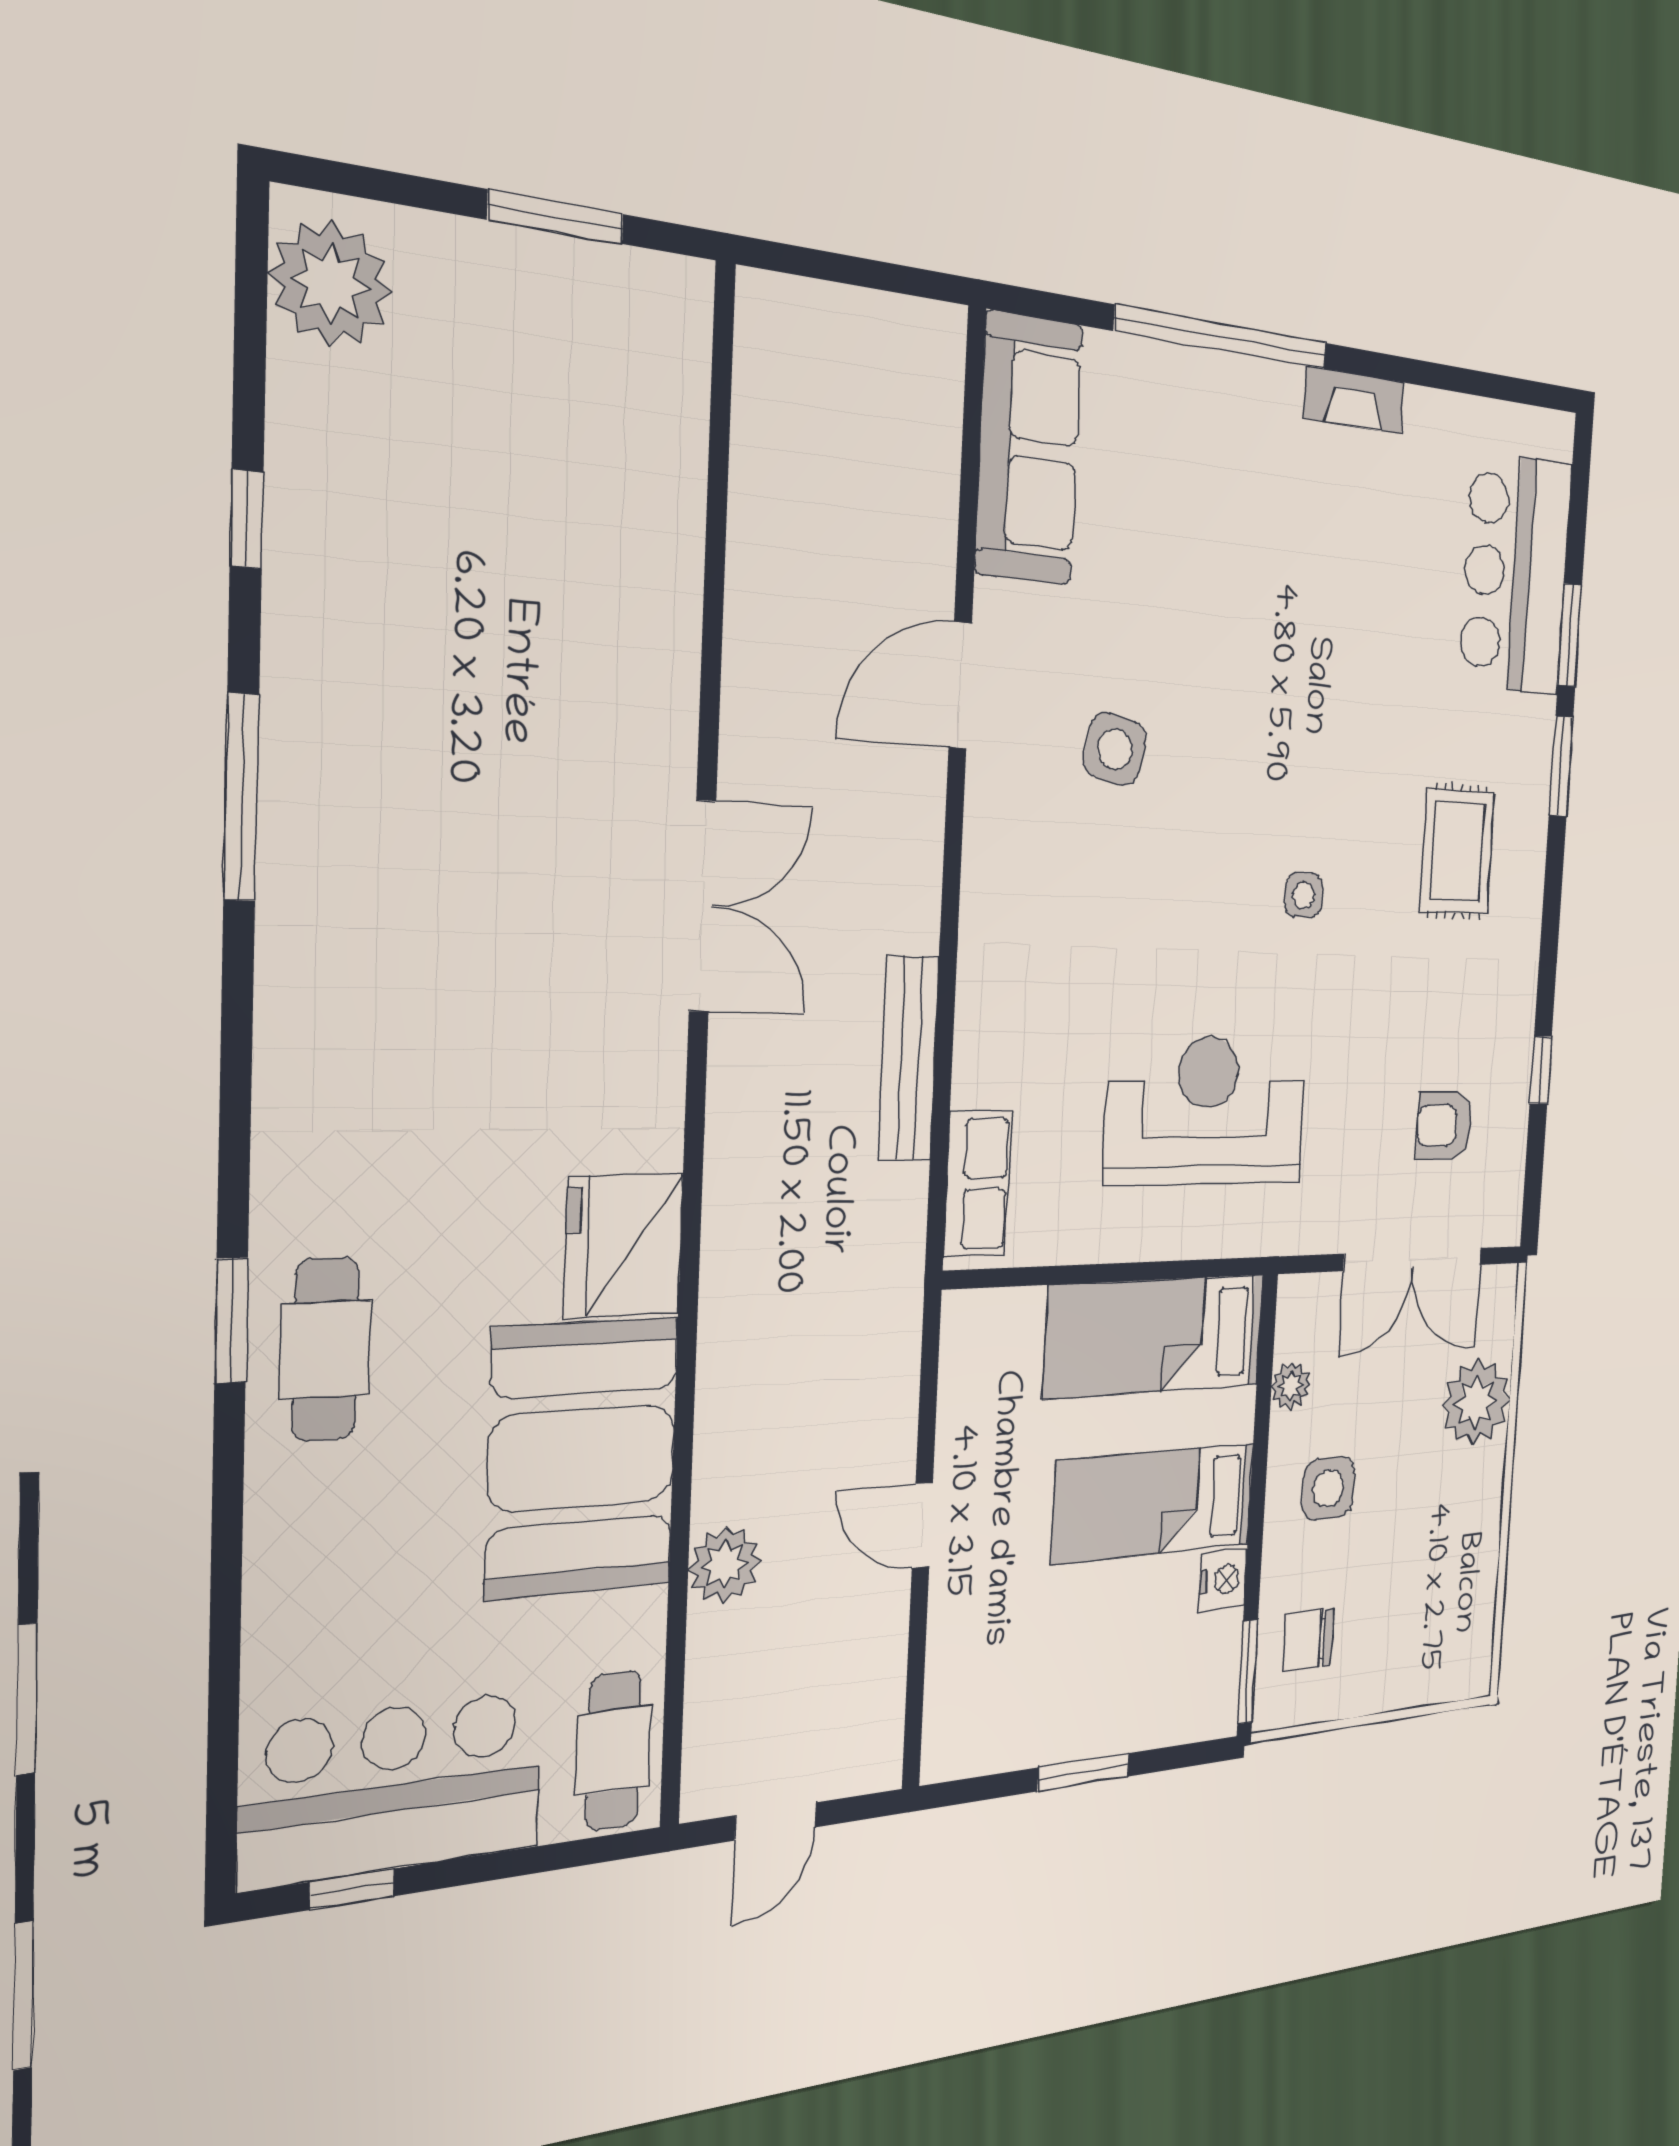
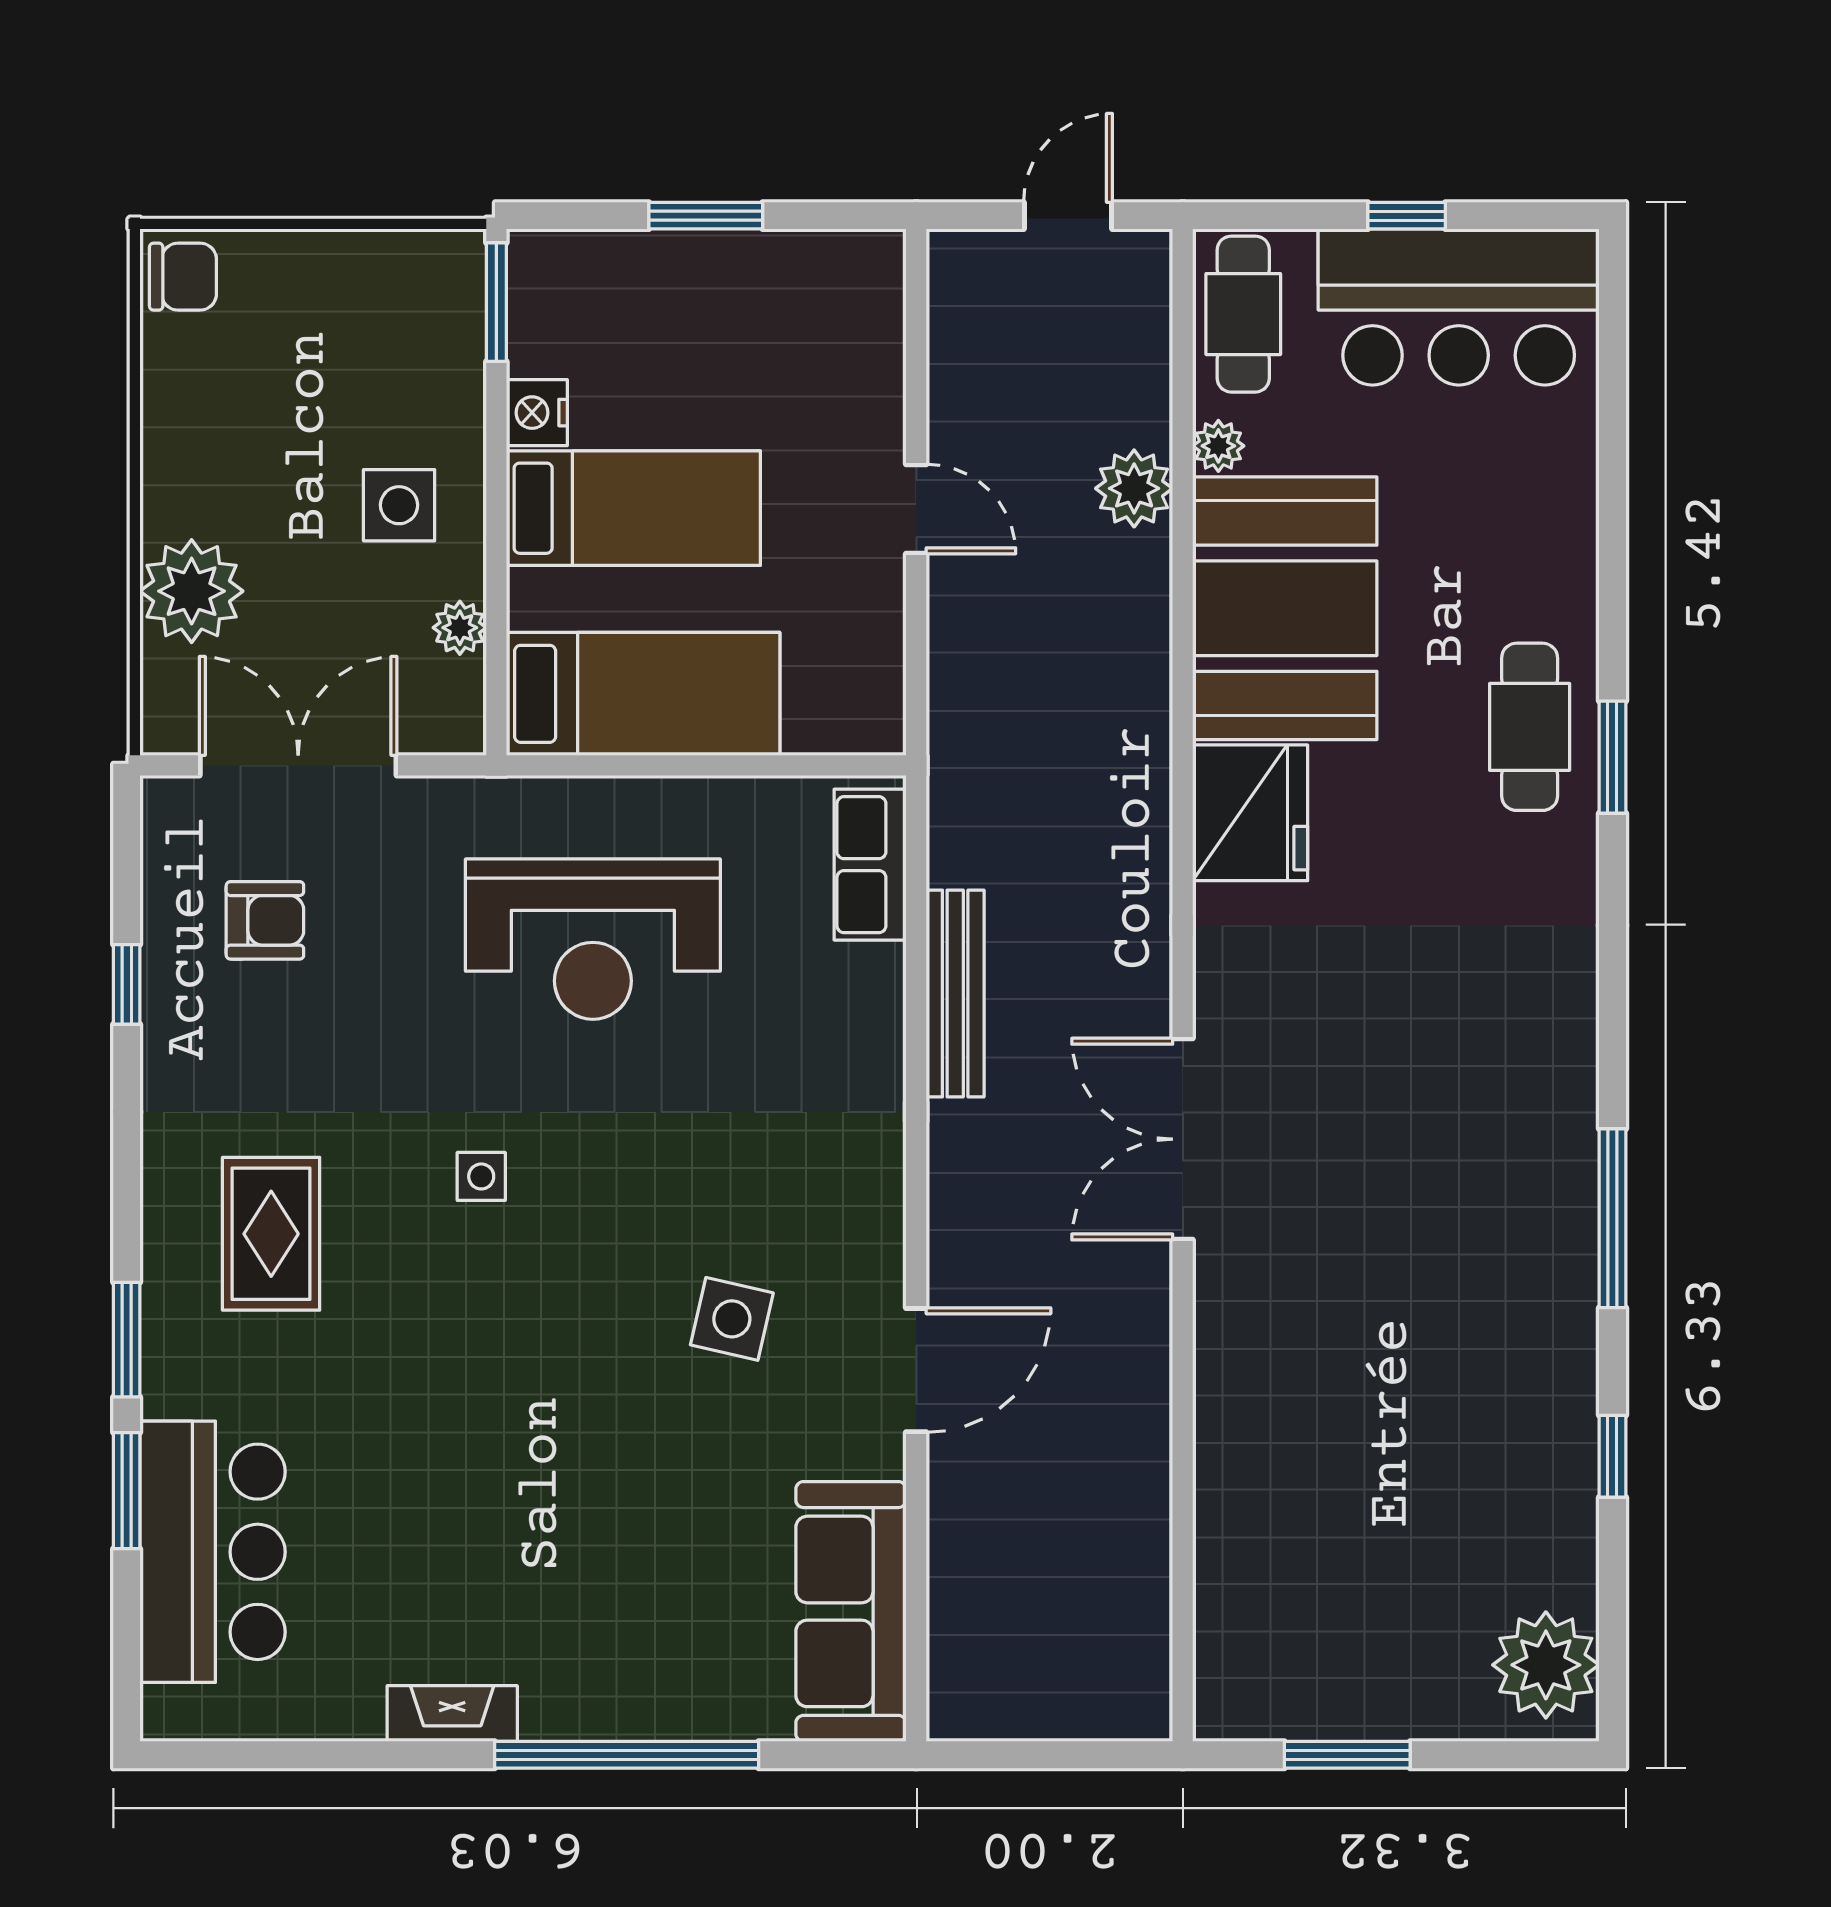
plant: (643, 1616) -> (1218, 446), added
chair: (1308, 1640) -> (183, 277), moved
window: (352, 1889) -> (1407, 216), moved

